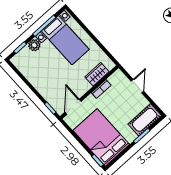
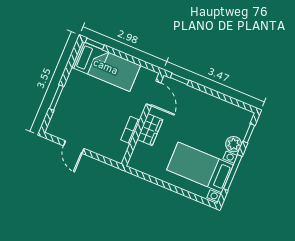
wardrobe: (97, 74) -> (150, 130), moved
door: (137, 86) -> (74, 147), moved
cot: (145, 120) -> (62, 118), removed
bed: (101, 137) -> (106, 66), width x0.67

